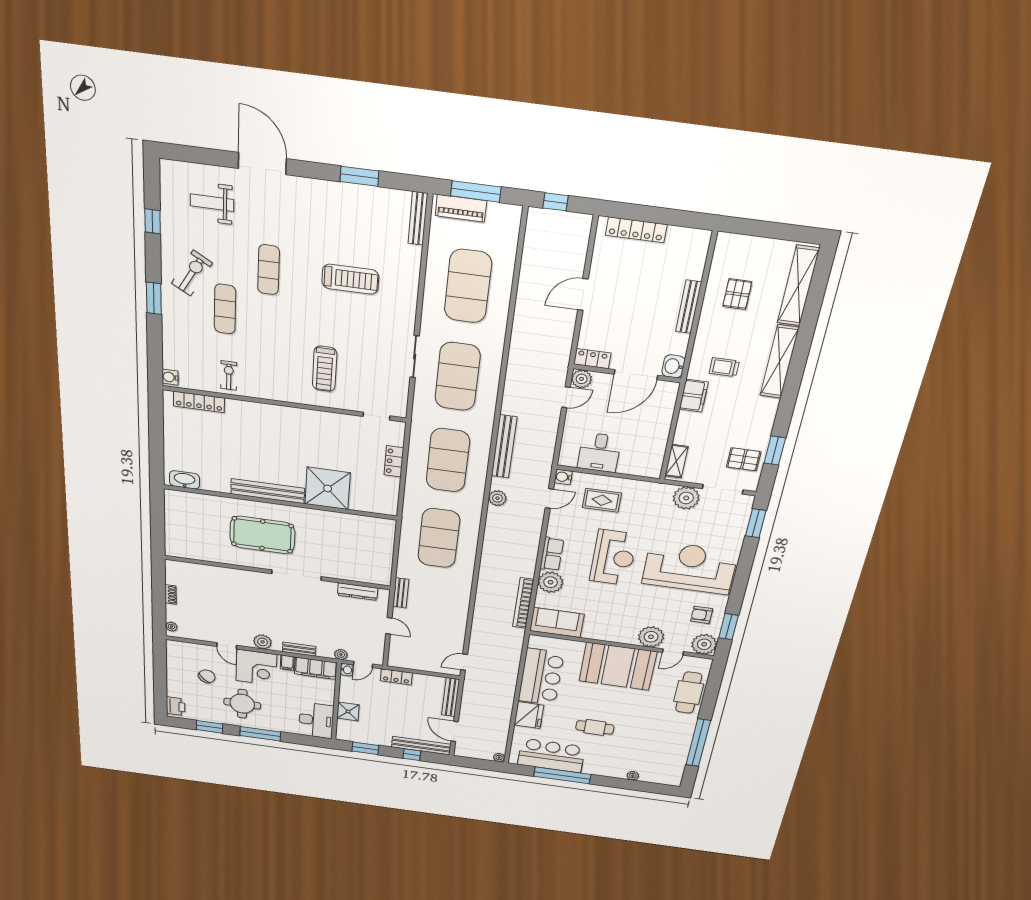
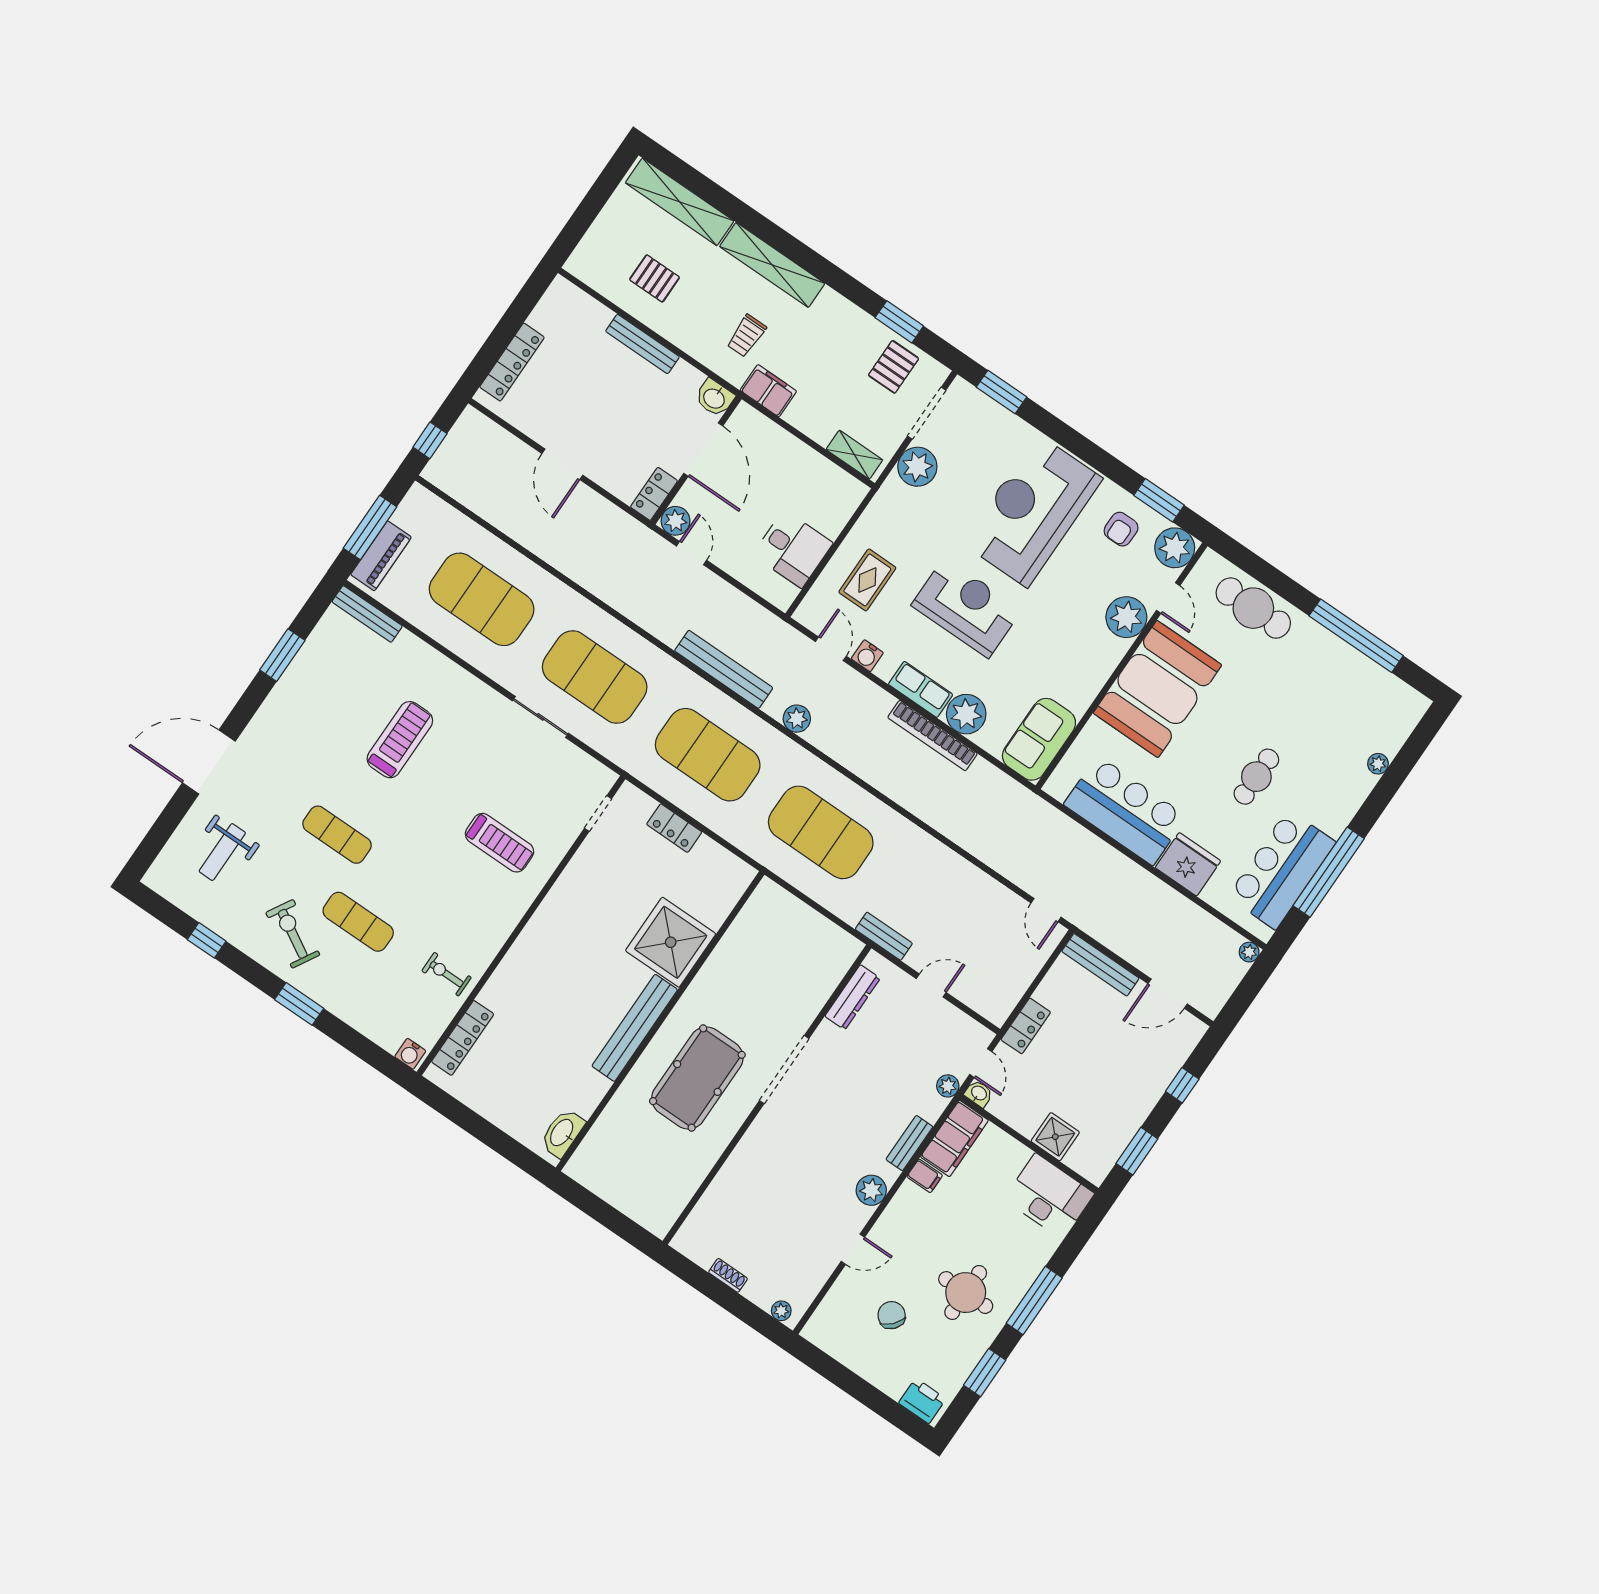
water cooler: (563, 477) -> (867, 656), moved
bookcase: (523, 603) -> (933, 736), moved
corner desk: (256, 667) -> (911, 1228), removed
bench: (421, 746) -> (1171, 1061), removed

